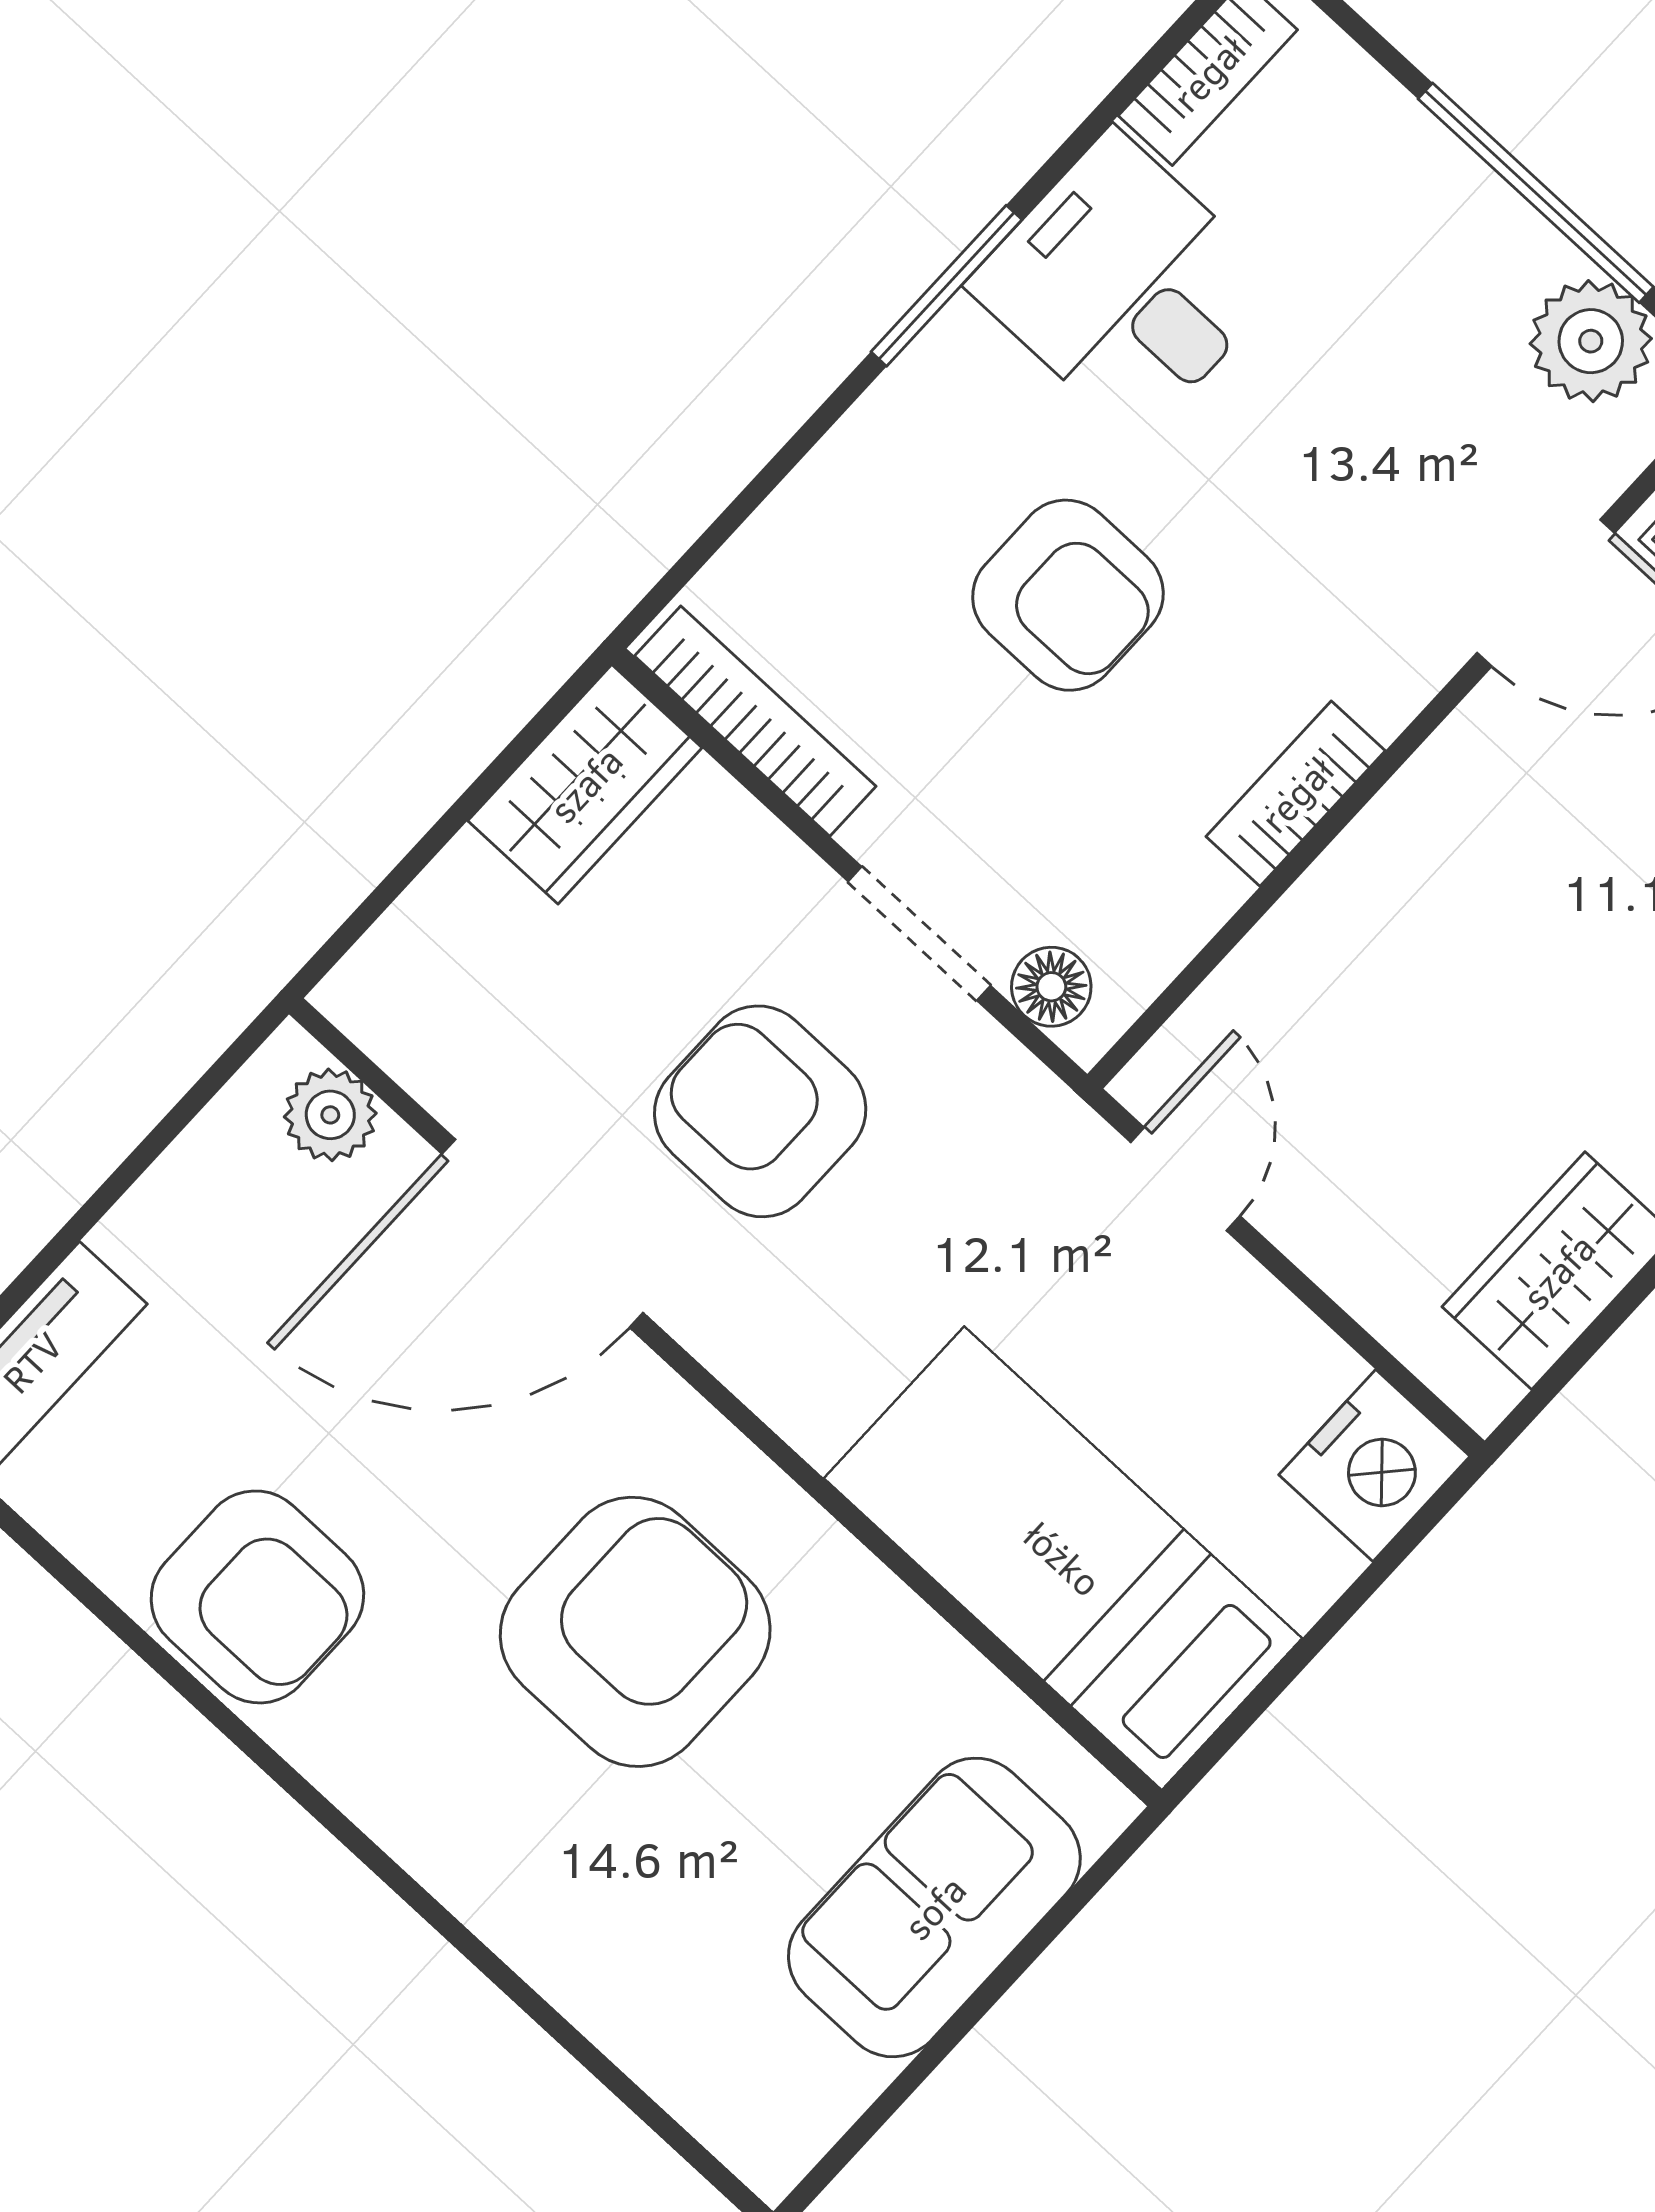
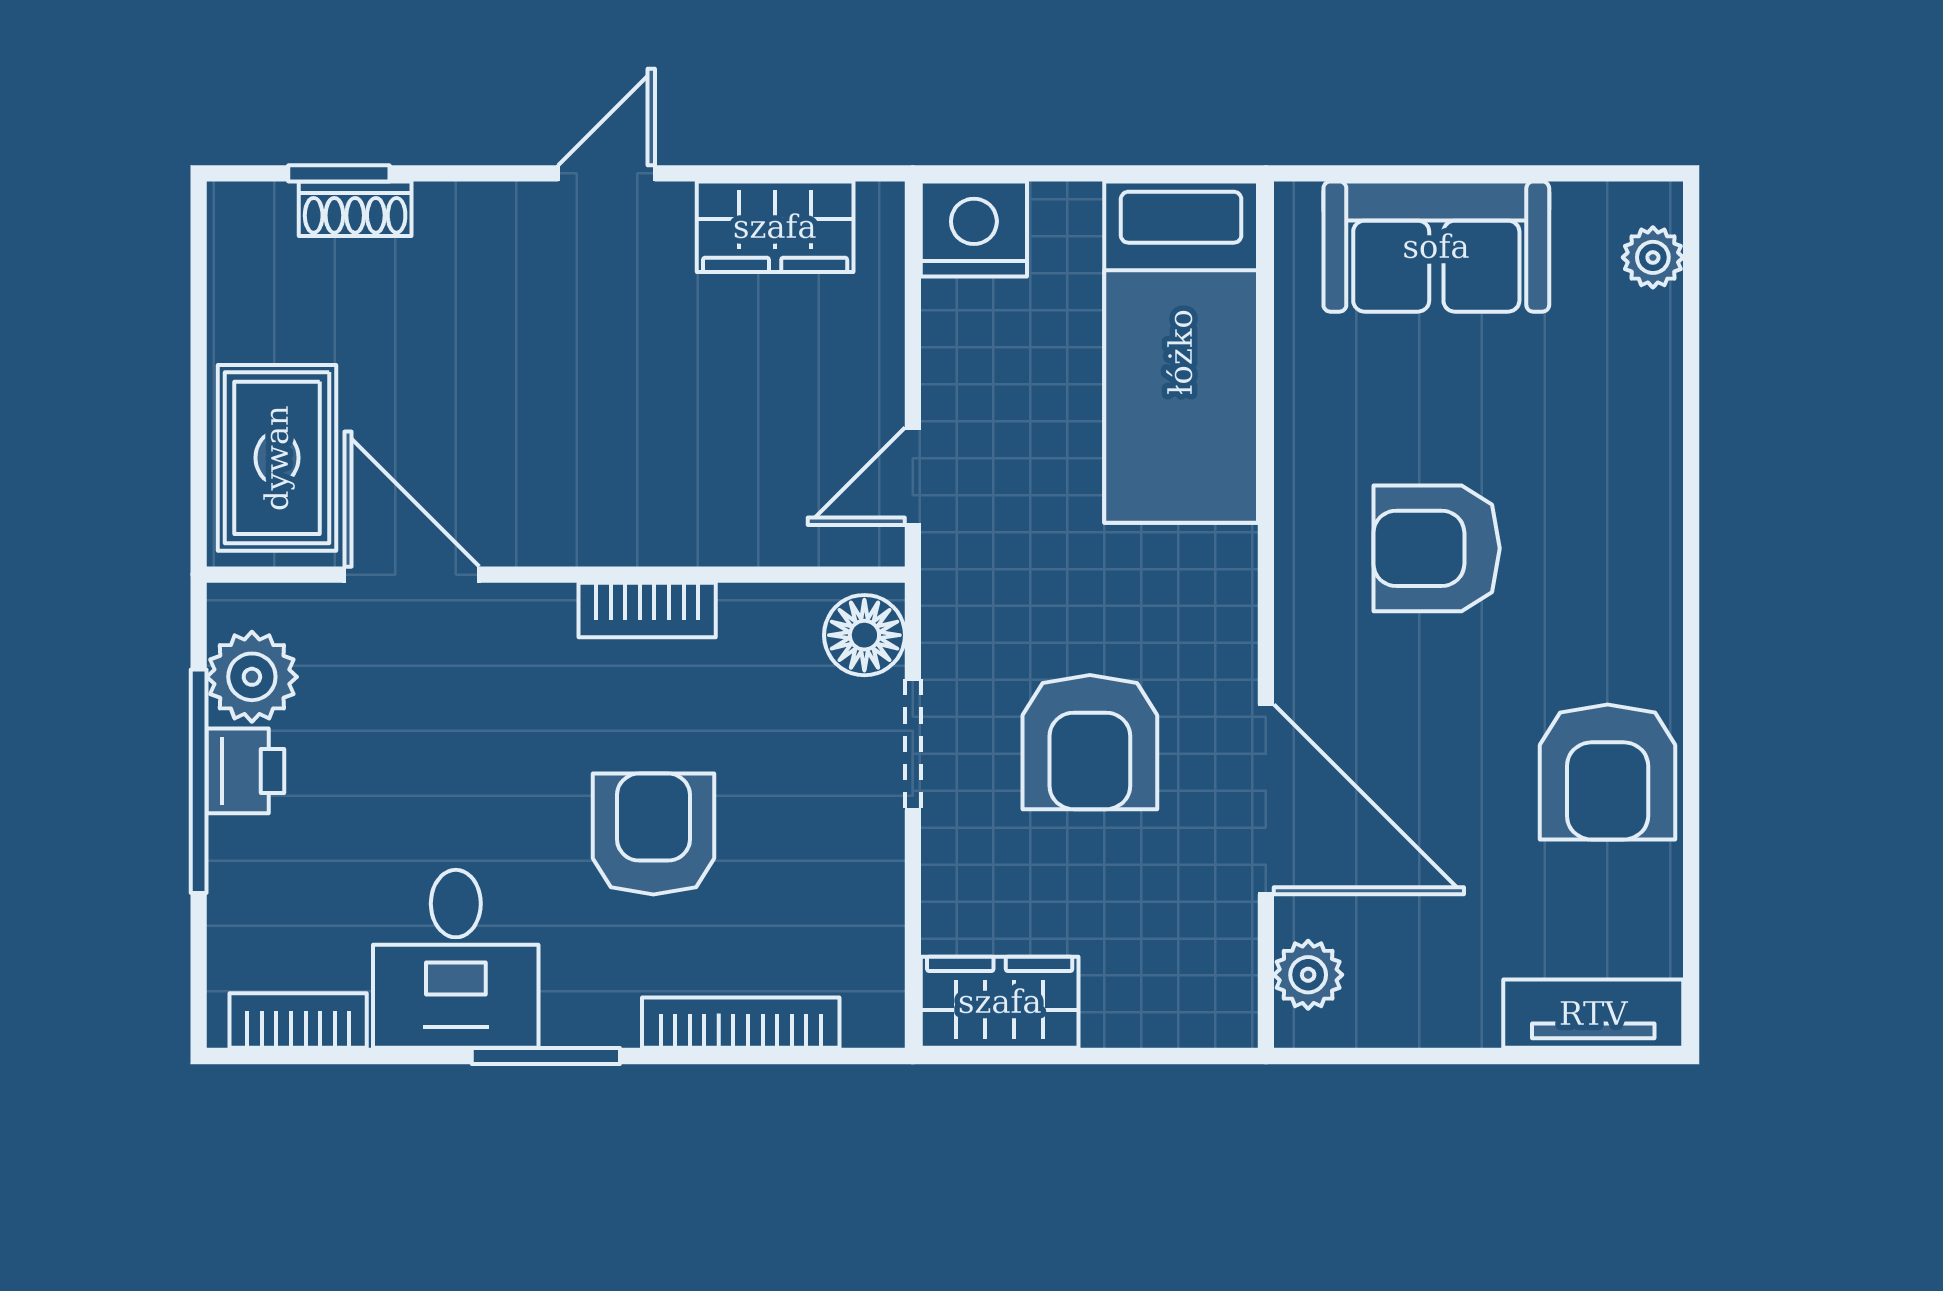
printer: (1504, 249) -> (245, 771), added
bookcase: (755, 721) -> (741, 1023), moved, turned 90
floor lamp: (1051, 987) -> (864, 635), width x1.37, depth x1.37
armchair: (257, 1597) -> (1608, 772), turned 180
armchair: (635, 1632) -> (1437, 548), width x0.73, depth x0.73
plant: (726, 2112) -> (1653, 257), added

